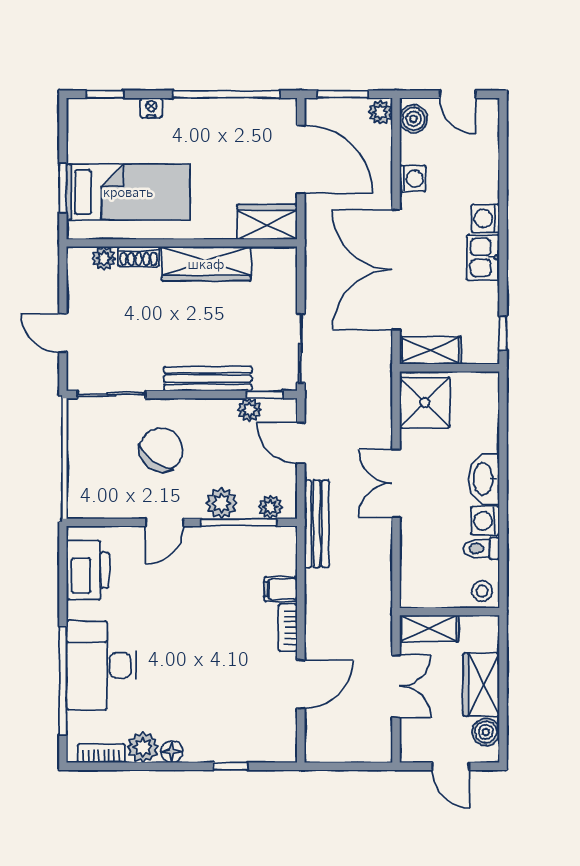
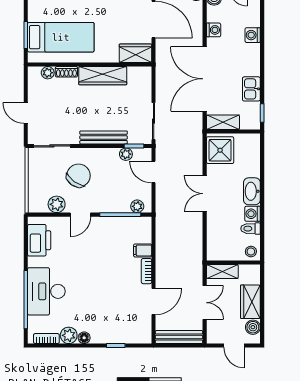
washing machine: (485, 218) -> (253, 35), moved
kitchen sink: (483, 257) -> (251, 89), moved
plant: (221, 503) -> (57, 204), moved
bench: (317, 524) -> (179, 337), moved, turned 90

